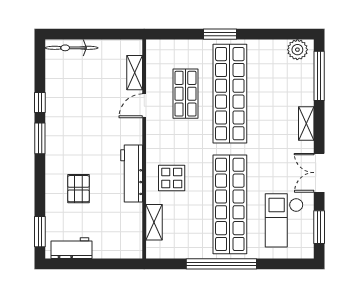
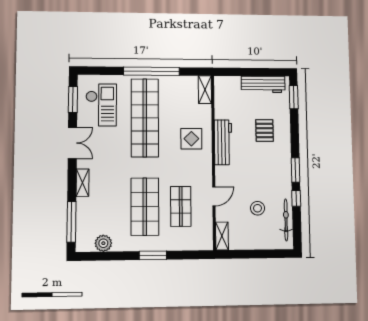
bicycle: (72, 48) -> (286, 220), moved, turned -90
plant: (297, 50) -> (103, 243), moved
shelving: (135, 73) -> (222, 236), moved
stool: (89, 91) -> (258, 208), added
shop shelf: (230, 94) -> (145, 207), width x0.71
shelving: (154, 222) -> (205, 90), moved
workbench: (71, 248) -> (263, 84), width x1.38

